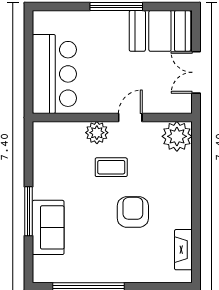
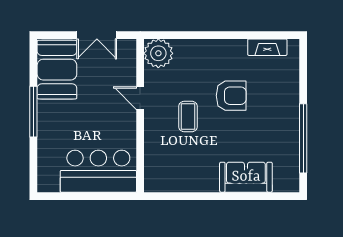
plant: (97, 133) -> (155, 130), removed
window: (28, 211) -> (230, 196), removed
armchair: (133, 212) -> (231, 96), turned 180

